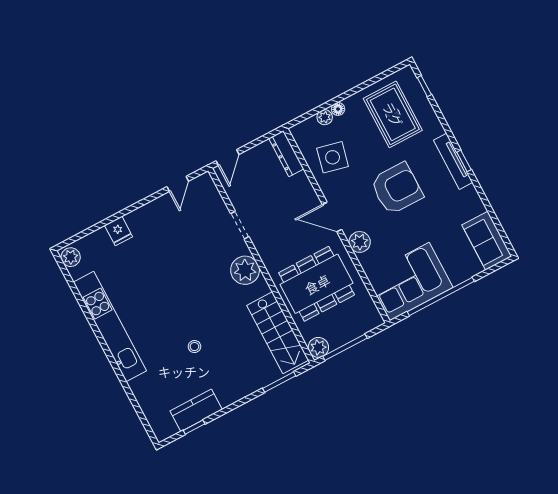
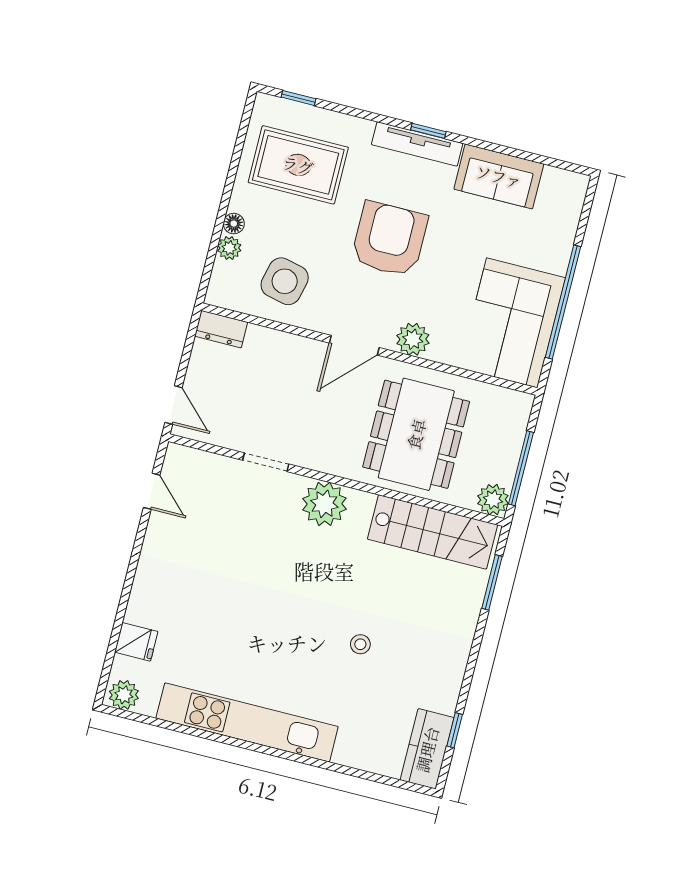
dresser: (286, 154) -> (221, 329), width x0.70
fridge: (119, 231) -> (136, 642), moved
sofa: (487, 241) -> (499, 176), moved
kitchen counter: (196, 410) -> (427, 749), moved

